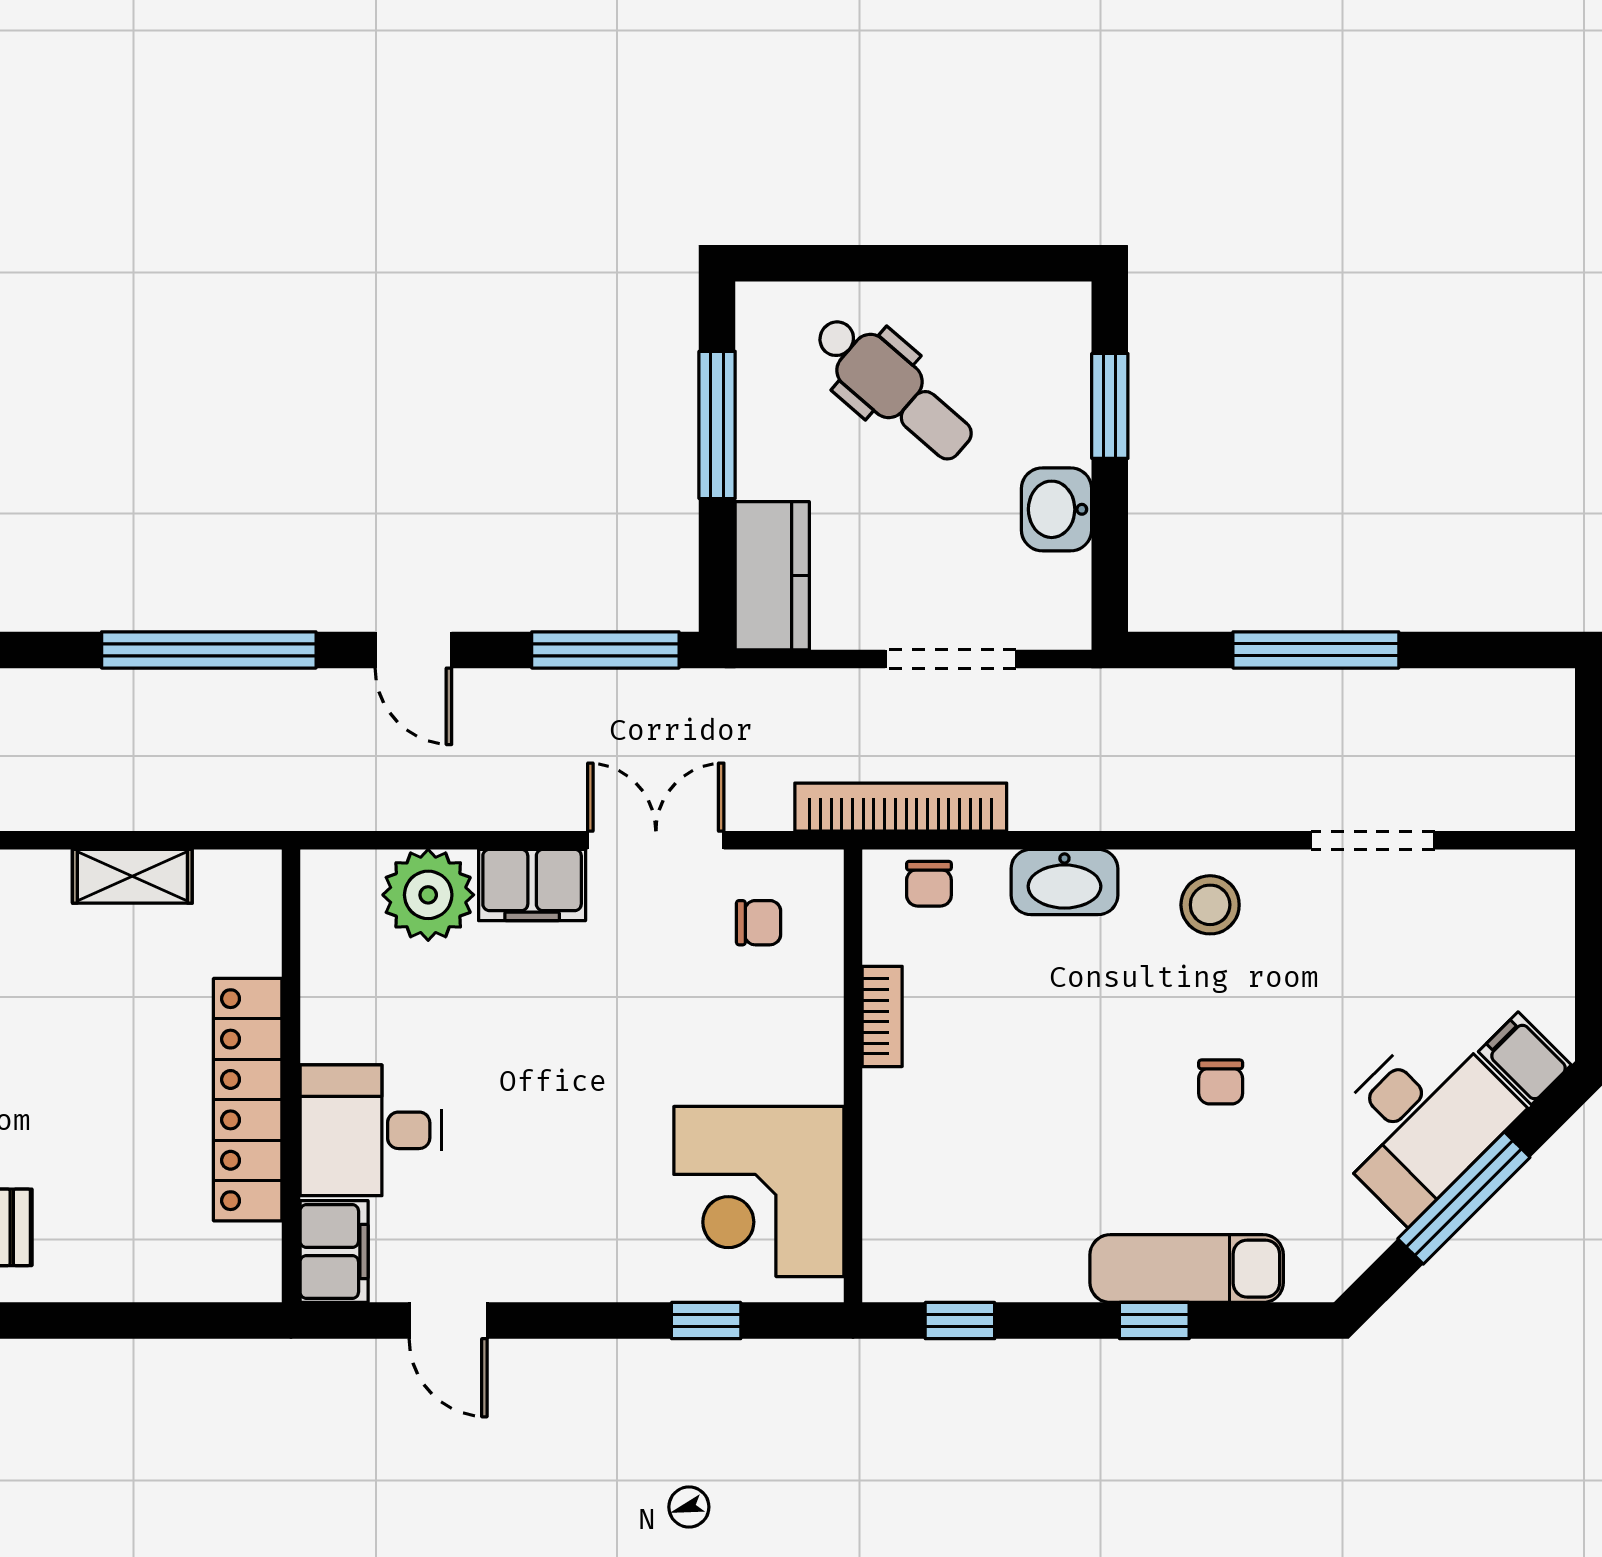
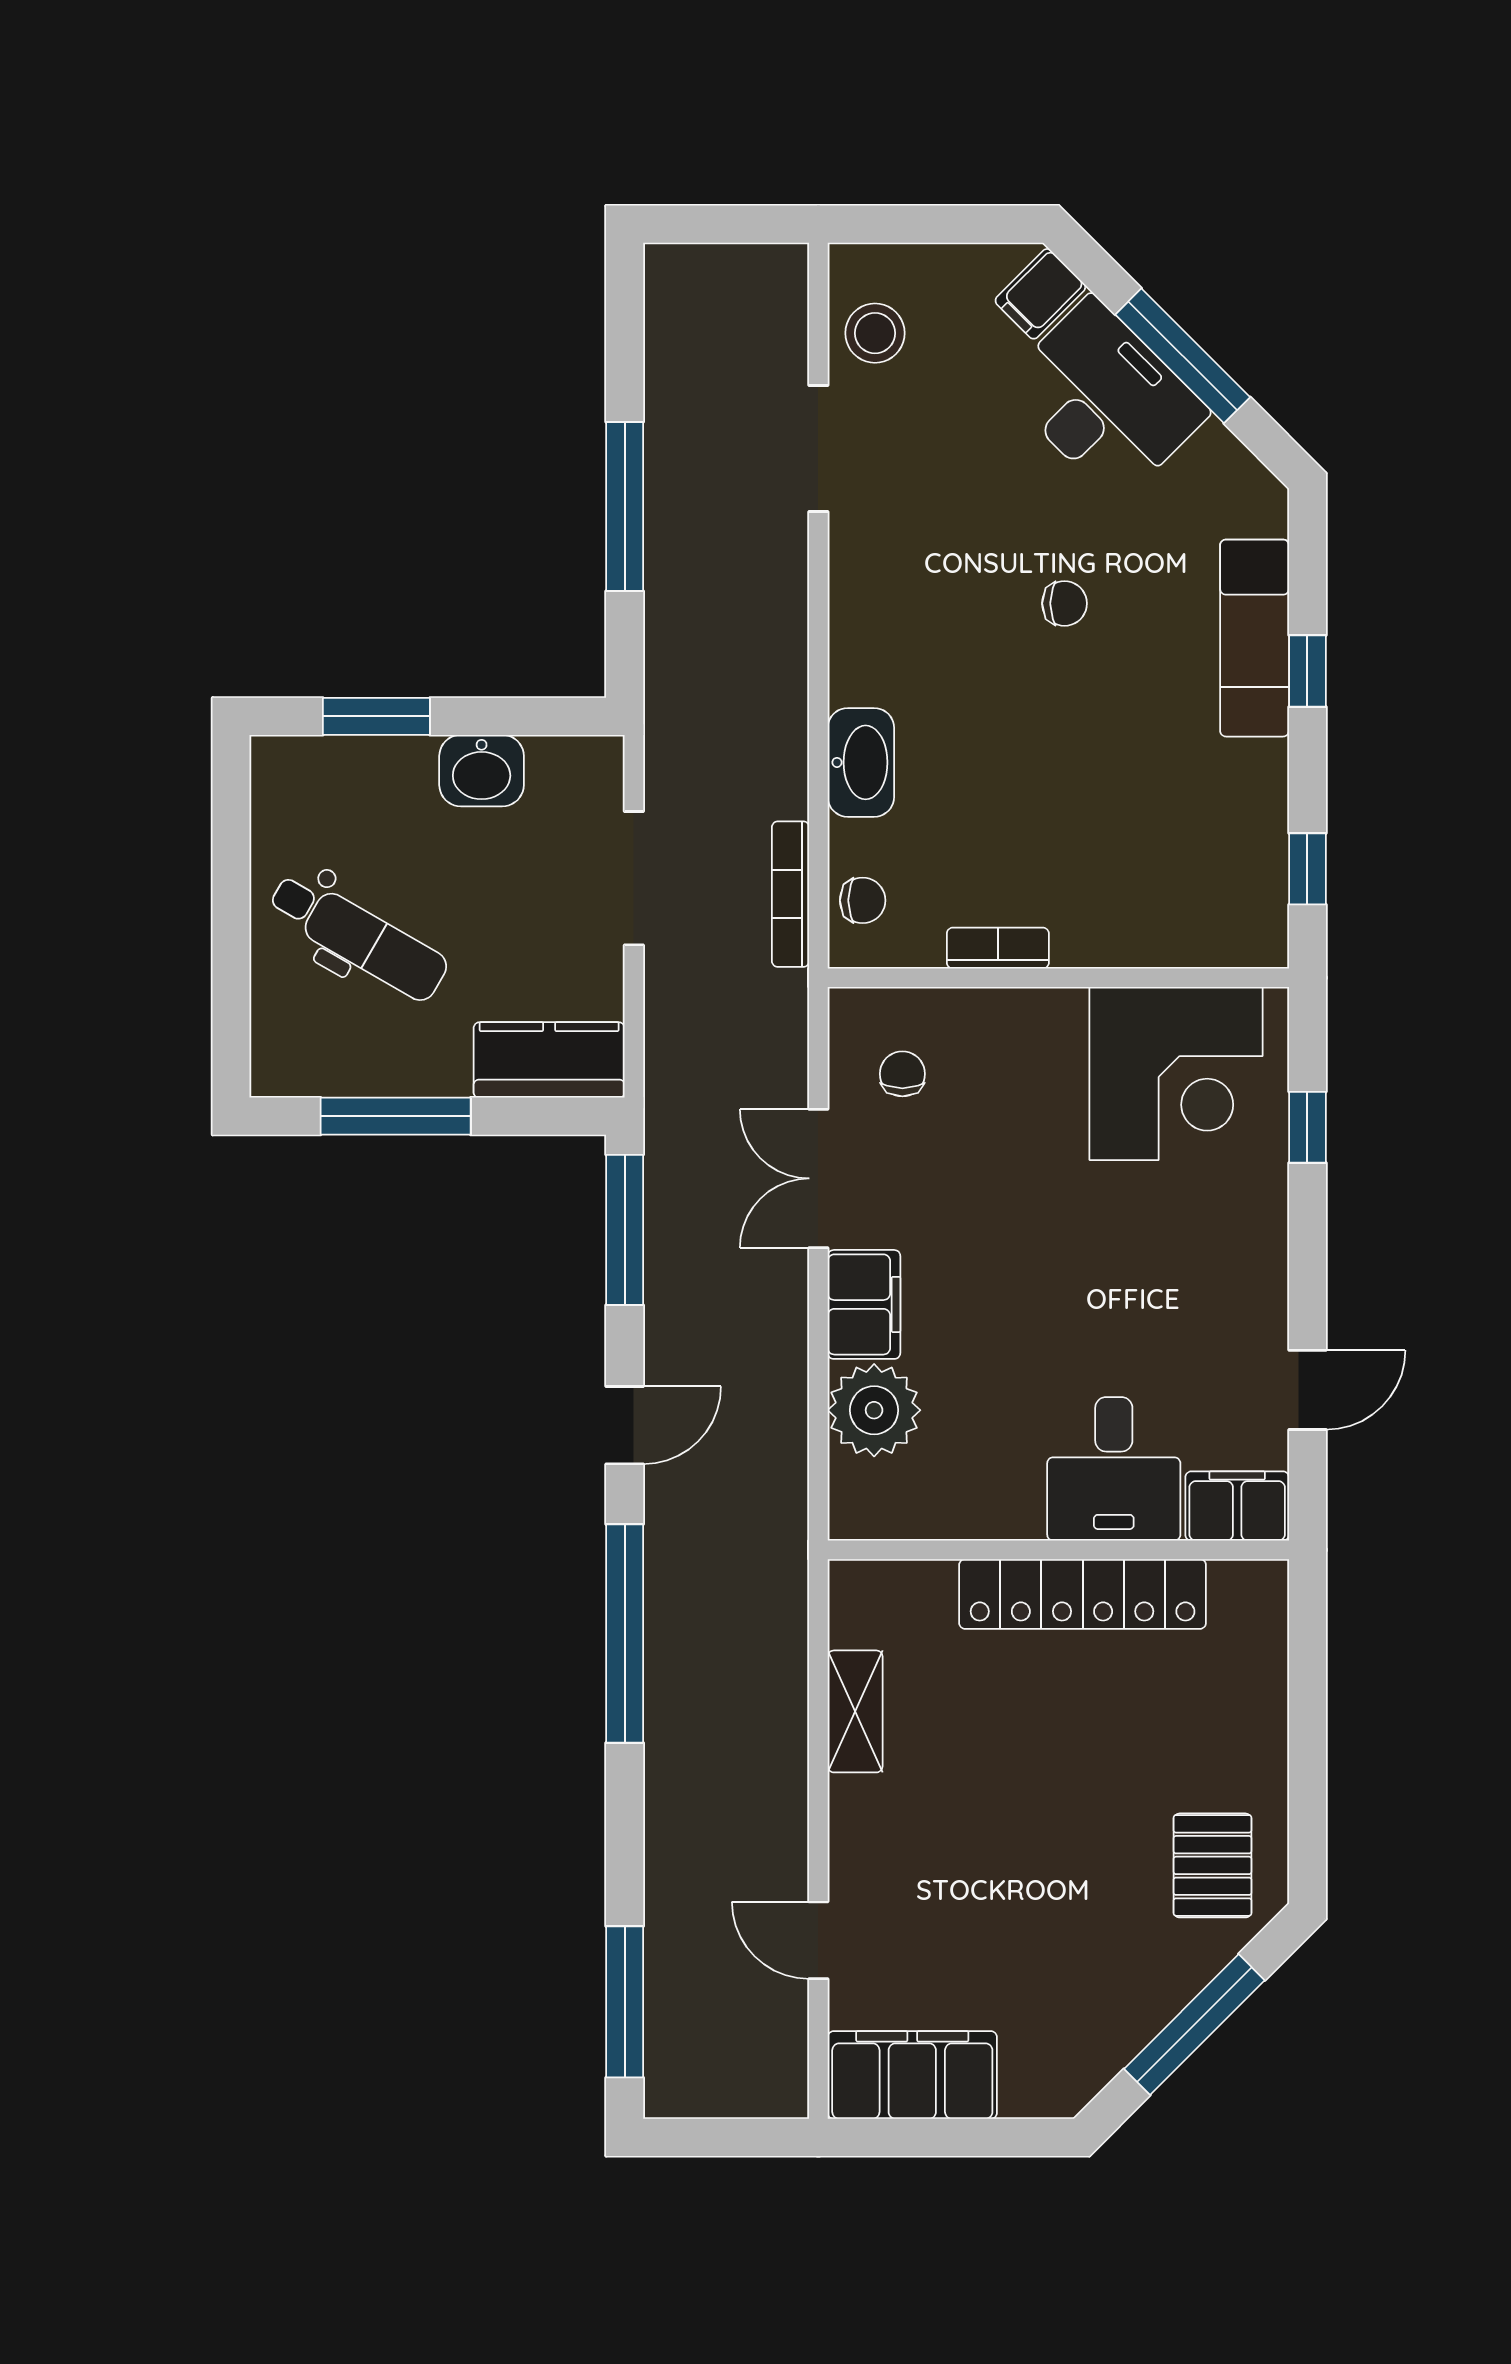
dental chair: (893, 388) -> (358, 937), turned 79
bookcase: (901, 807) -> (791, 894), width x0.68, depth x0.76
stool: (1210, 905) -> (875, 333), moved

